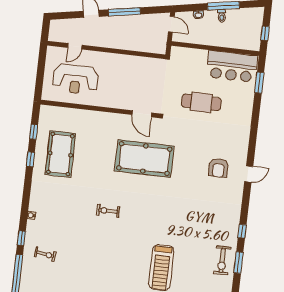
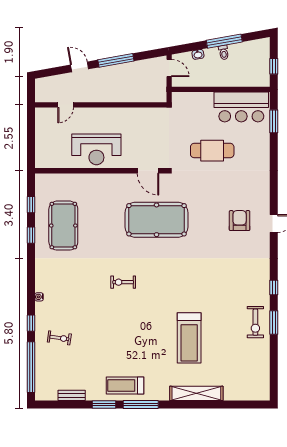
reception desk: (75, 79) -> (96, 149), moved
armchair: (219, 168) -> (240, 221), turned 180

